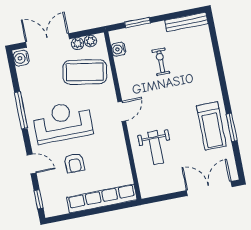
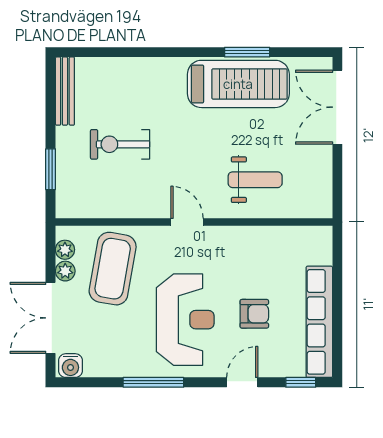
water cooler: (118, 49) -> (87, 208), removed
exercise bike: (161, 62) -> (120, 144), width x1.38, depth x1.39
reception desk: (63, 122) -> (185, 320), turned 180
treadmill: (211, 126) -> (238, 84), width x1.37, depth x1.38
row of seats: (102, 198) -> (319, 322), moved

